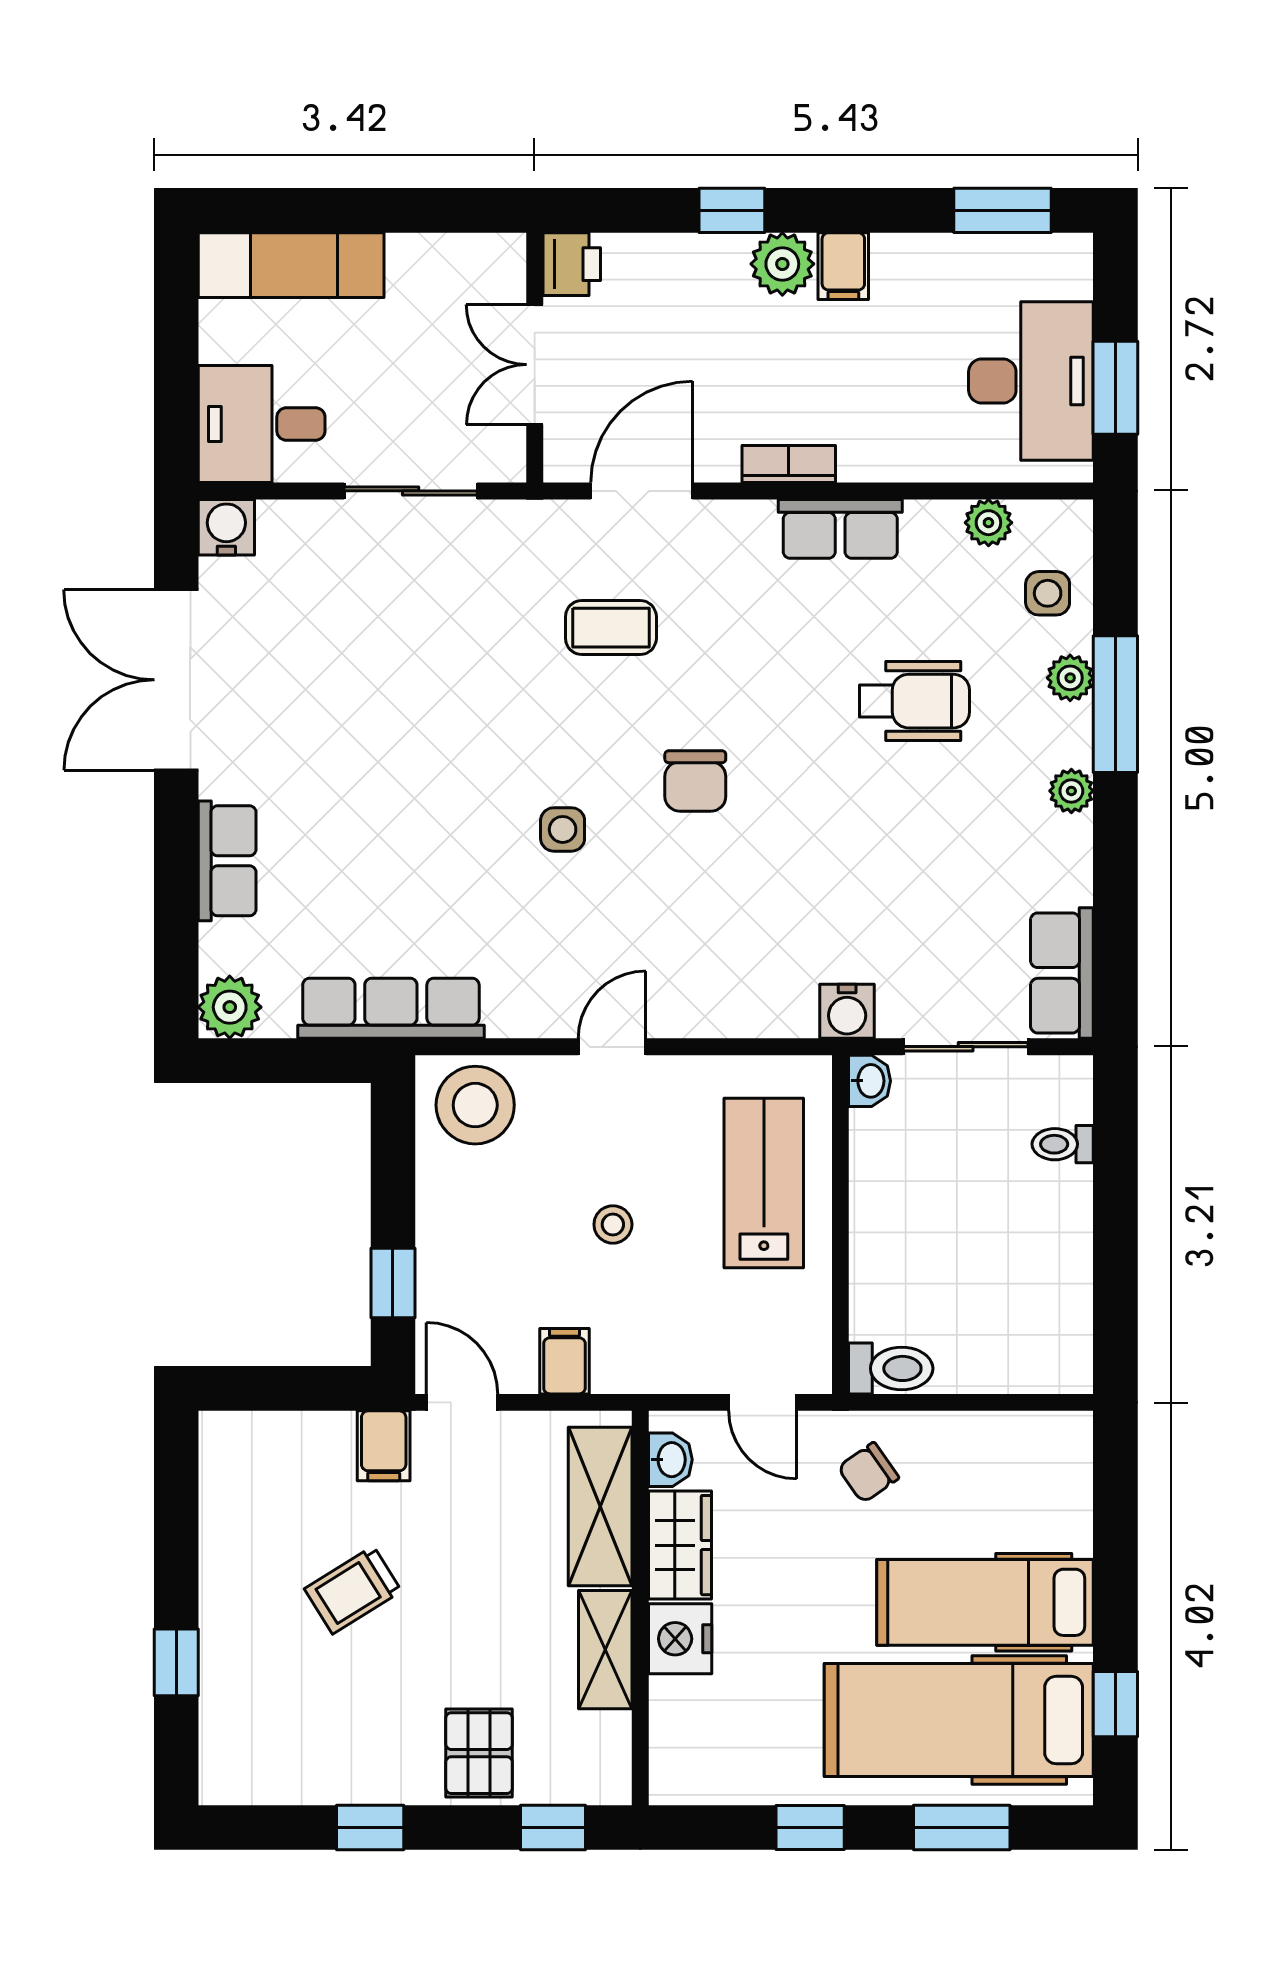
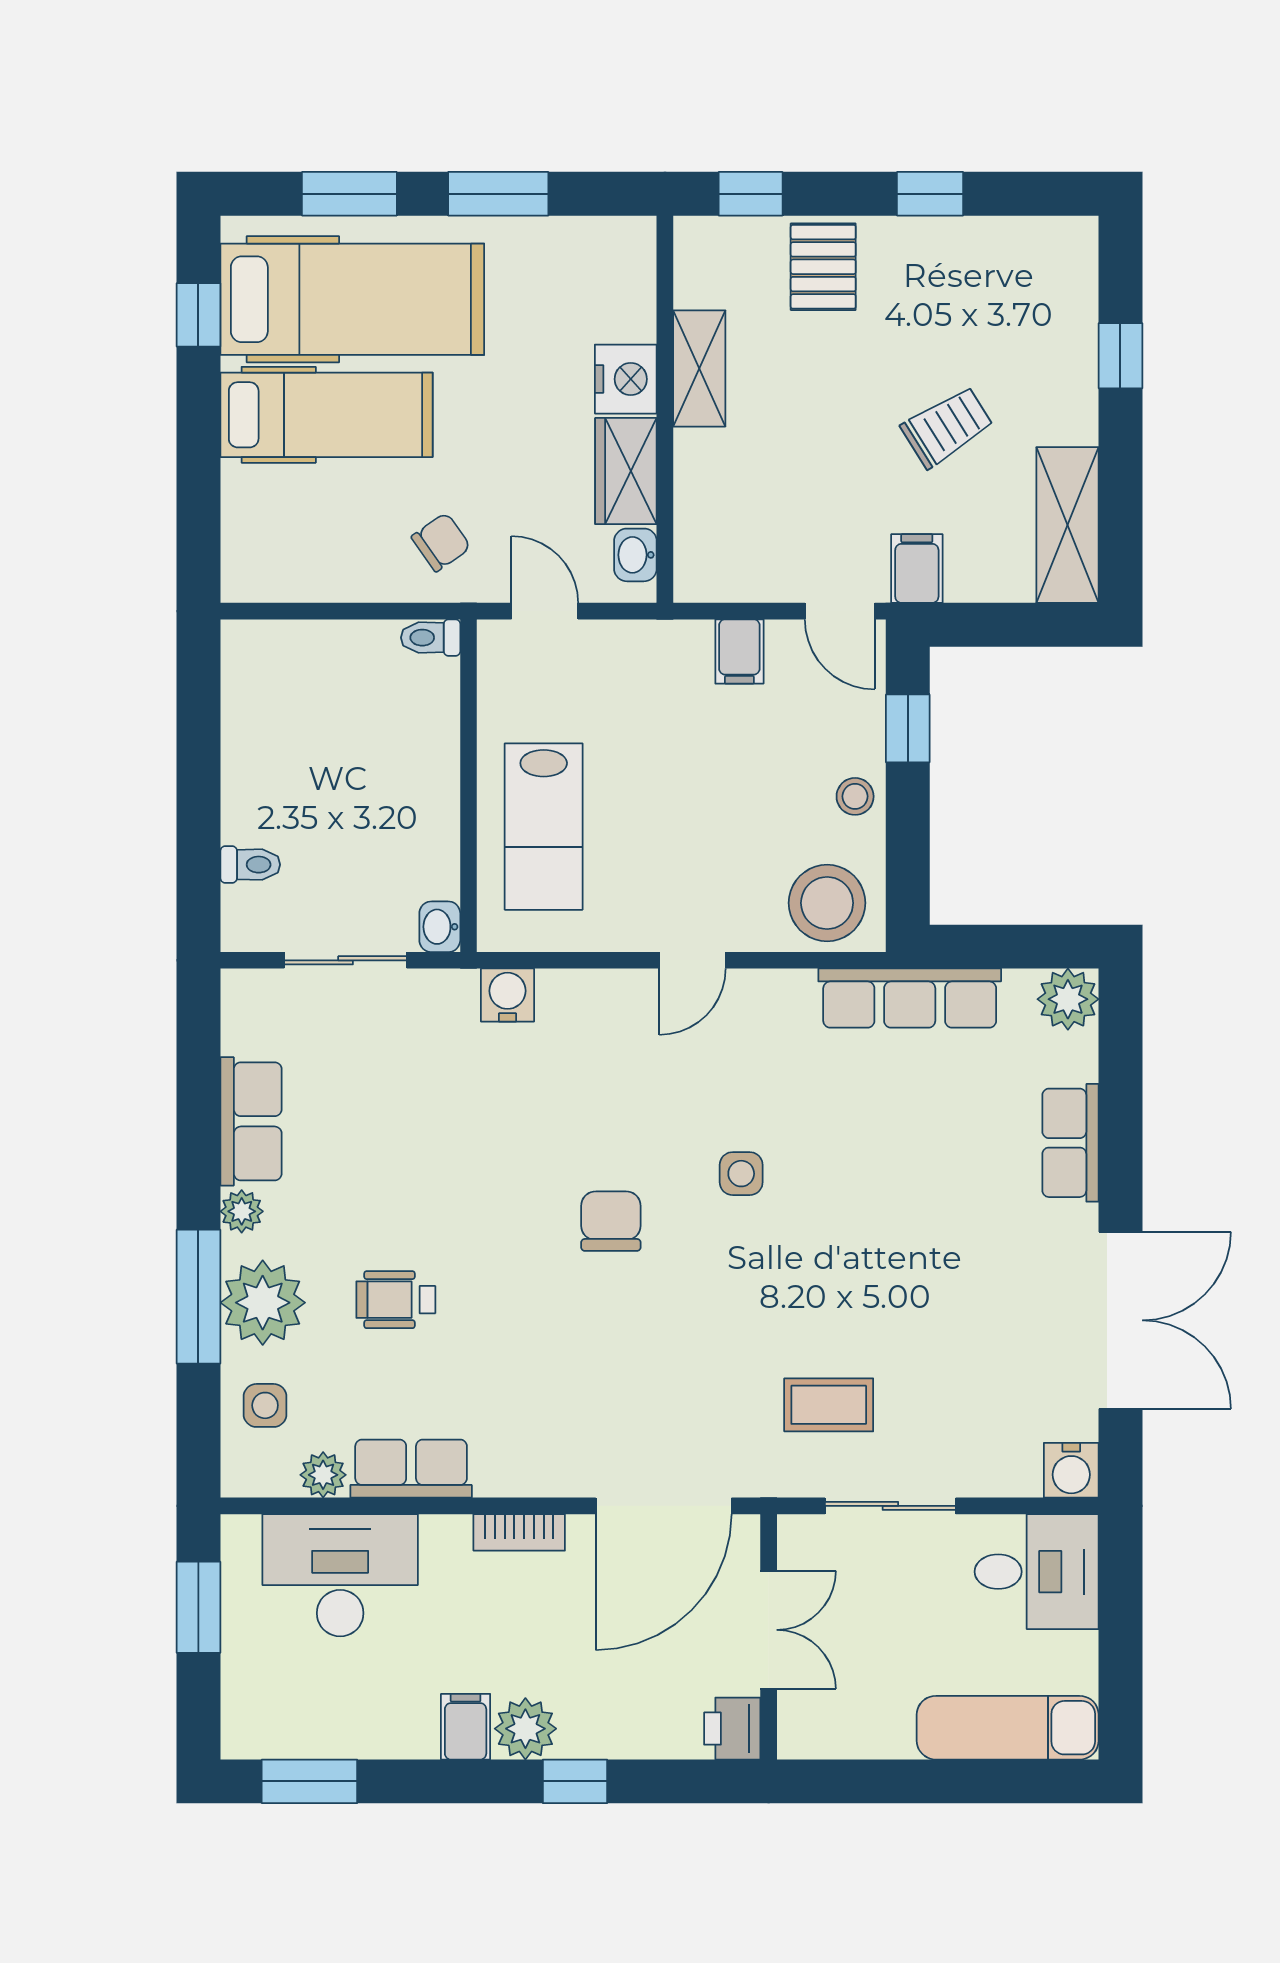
desk: (1031, 381) -> (340, 1575), moved, turned 90
door: (642, 491) -> (664, 1506), width x1.36
row of seats: (840, 529) -> (411, 1469), moved
coffee table: (611, 628) -> (829, 1405), moved
plant: (1070, 678) -> (263, 1303), width x1.87, depth x1.87
wheelchair: (914, 701) -> (396, 1300), width x0.73, depth x0.73
row of seats: (1062, 973) -> (251, 1121), moved
water cooler: (847, 1011) -> (507, 995), moved
stool: (613, 1224) -> (855, 796), moved
toilet: (891, 1368) -> (431, 638), width x0.73, depth x0.72
shelving: (600, 1507) -> (1067, 525), moved
window: (810, 1827) -> (498, 194), width x1.50

